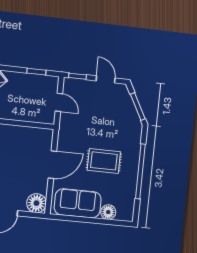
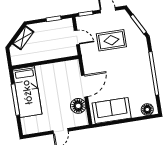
rug: (104, 161) -> (111, 40), moved
floor lamp: (36, 203) -> (78, 106), moved
floor lamp: (108, 212) -> (147, 110), moved

